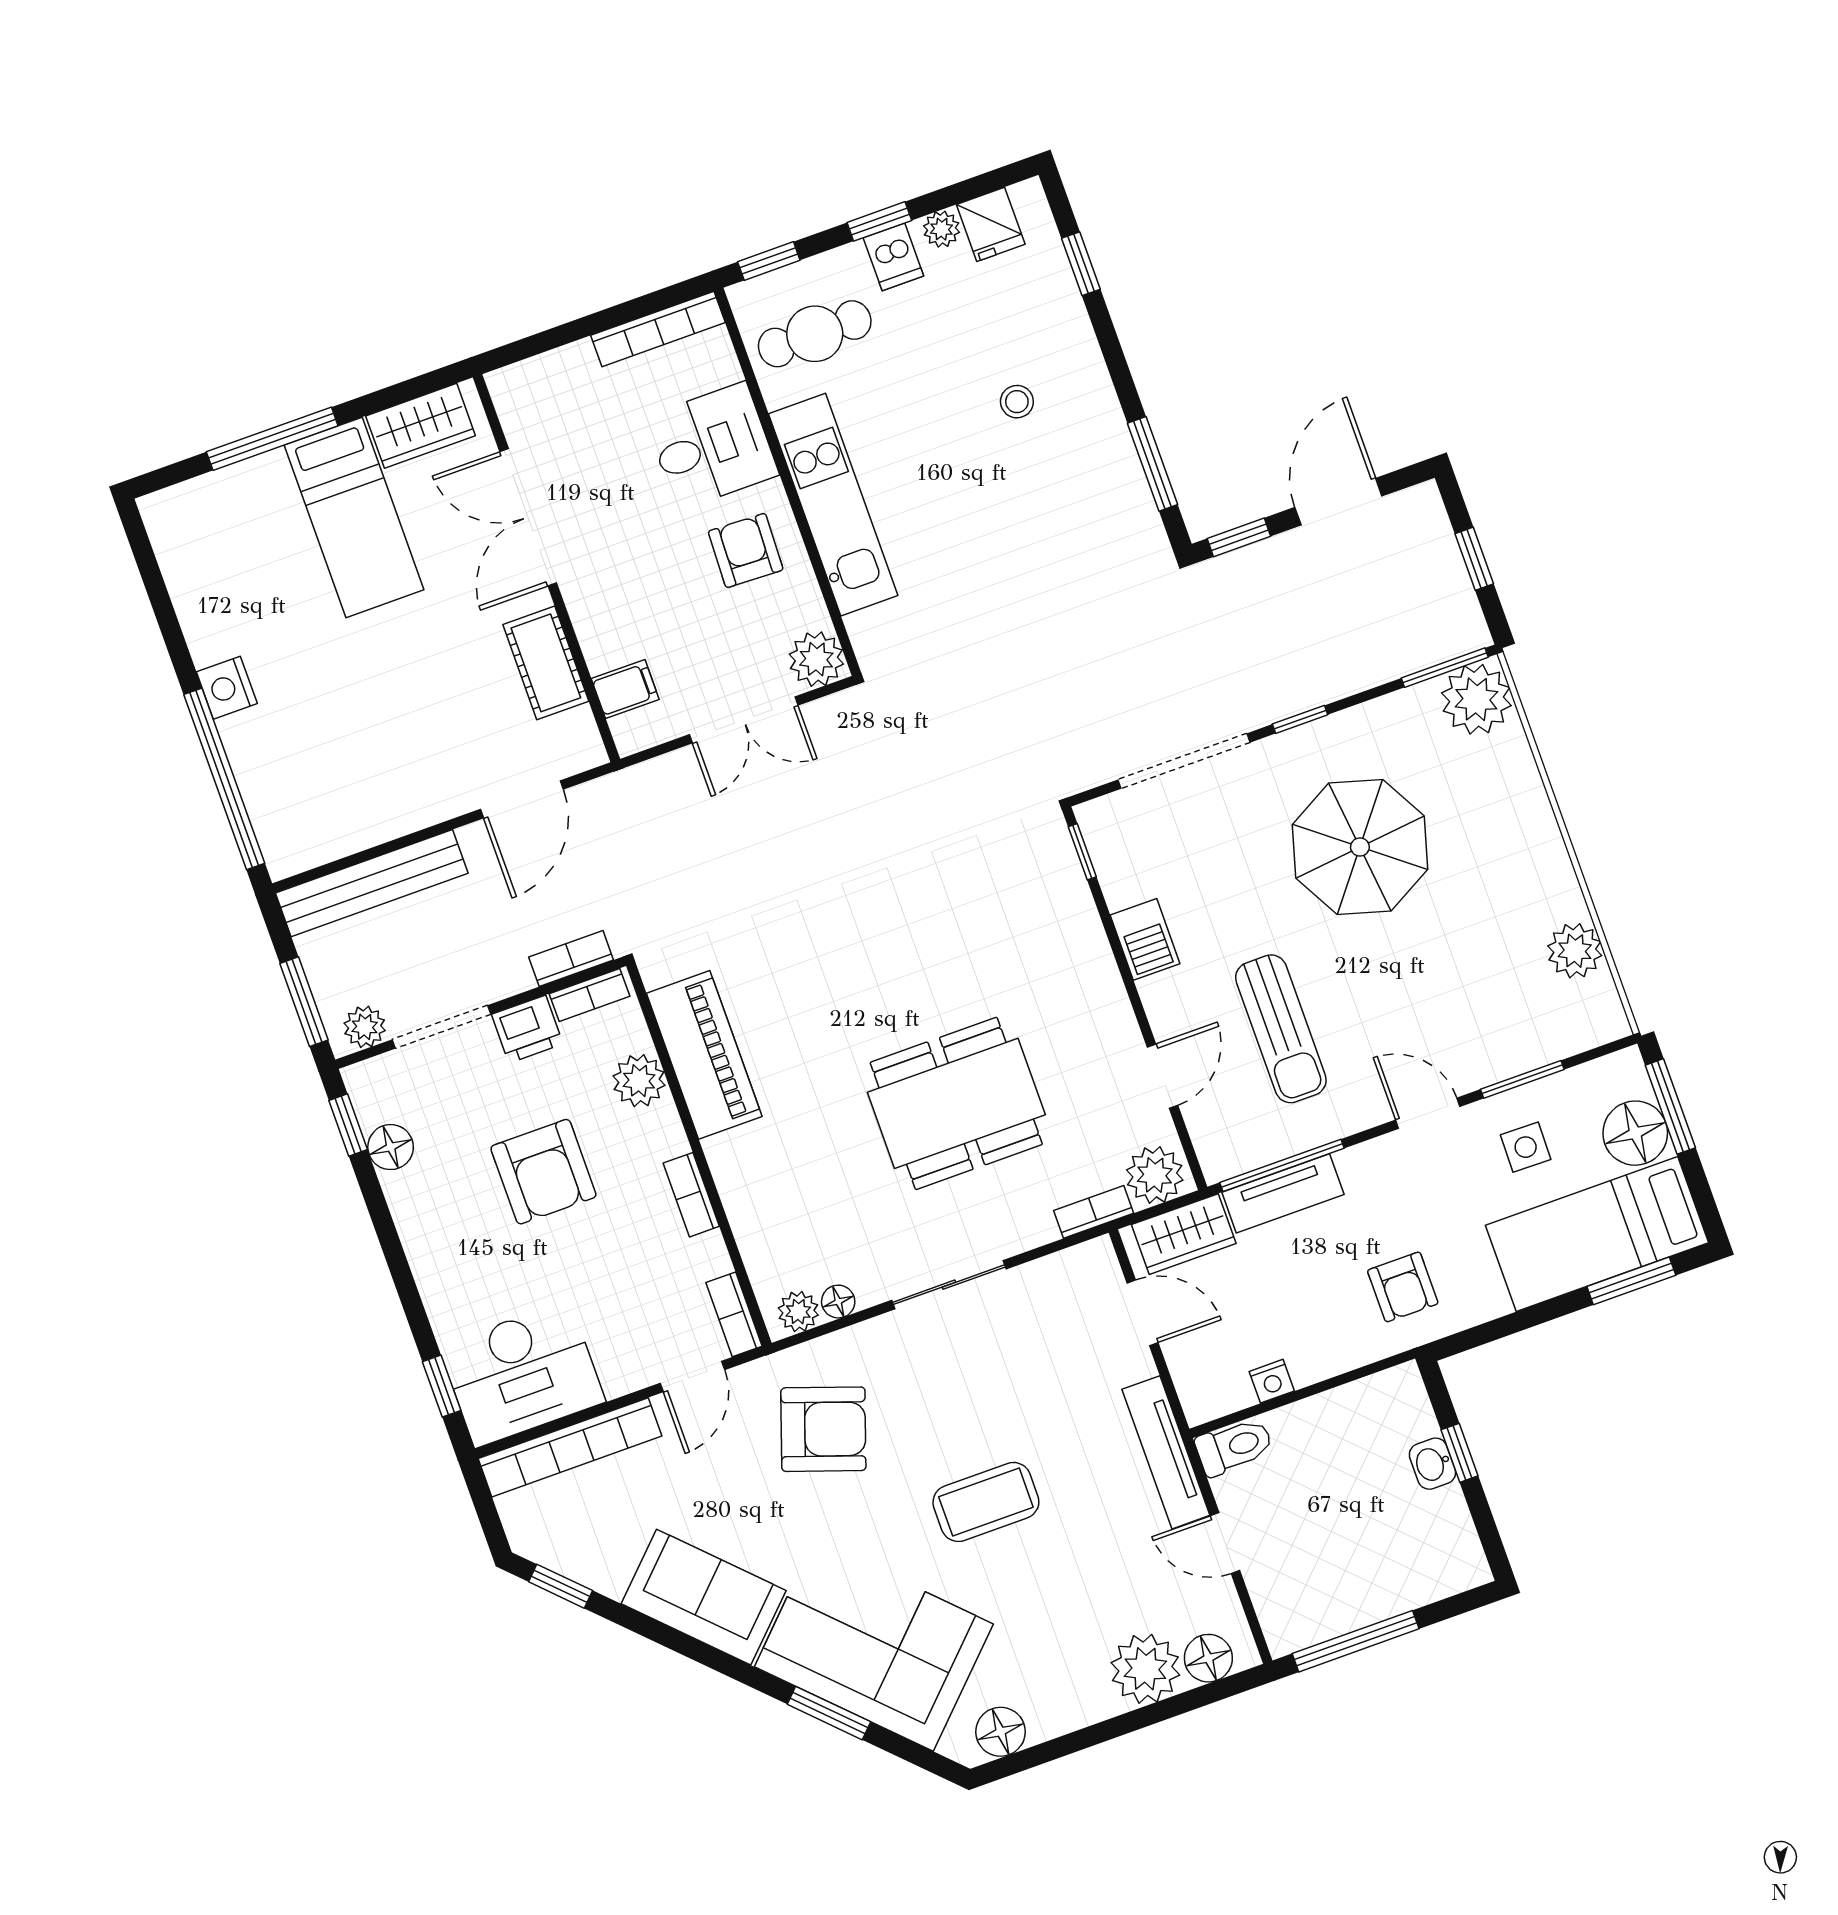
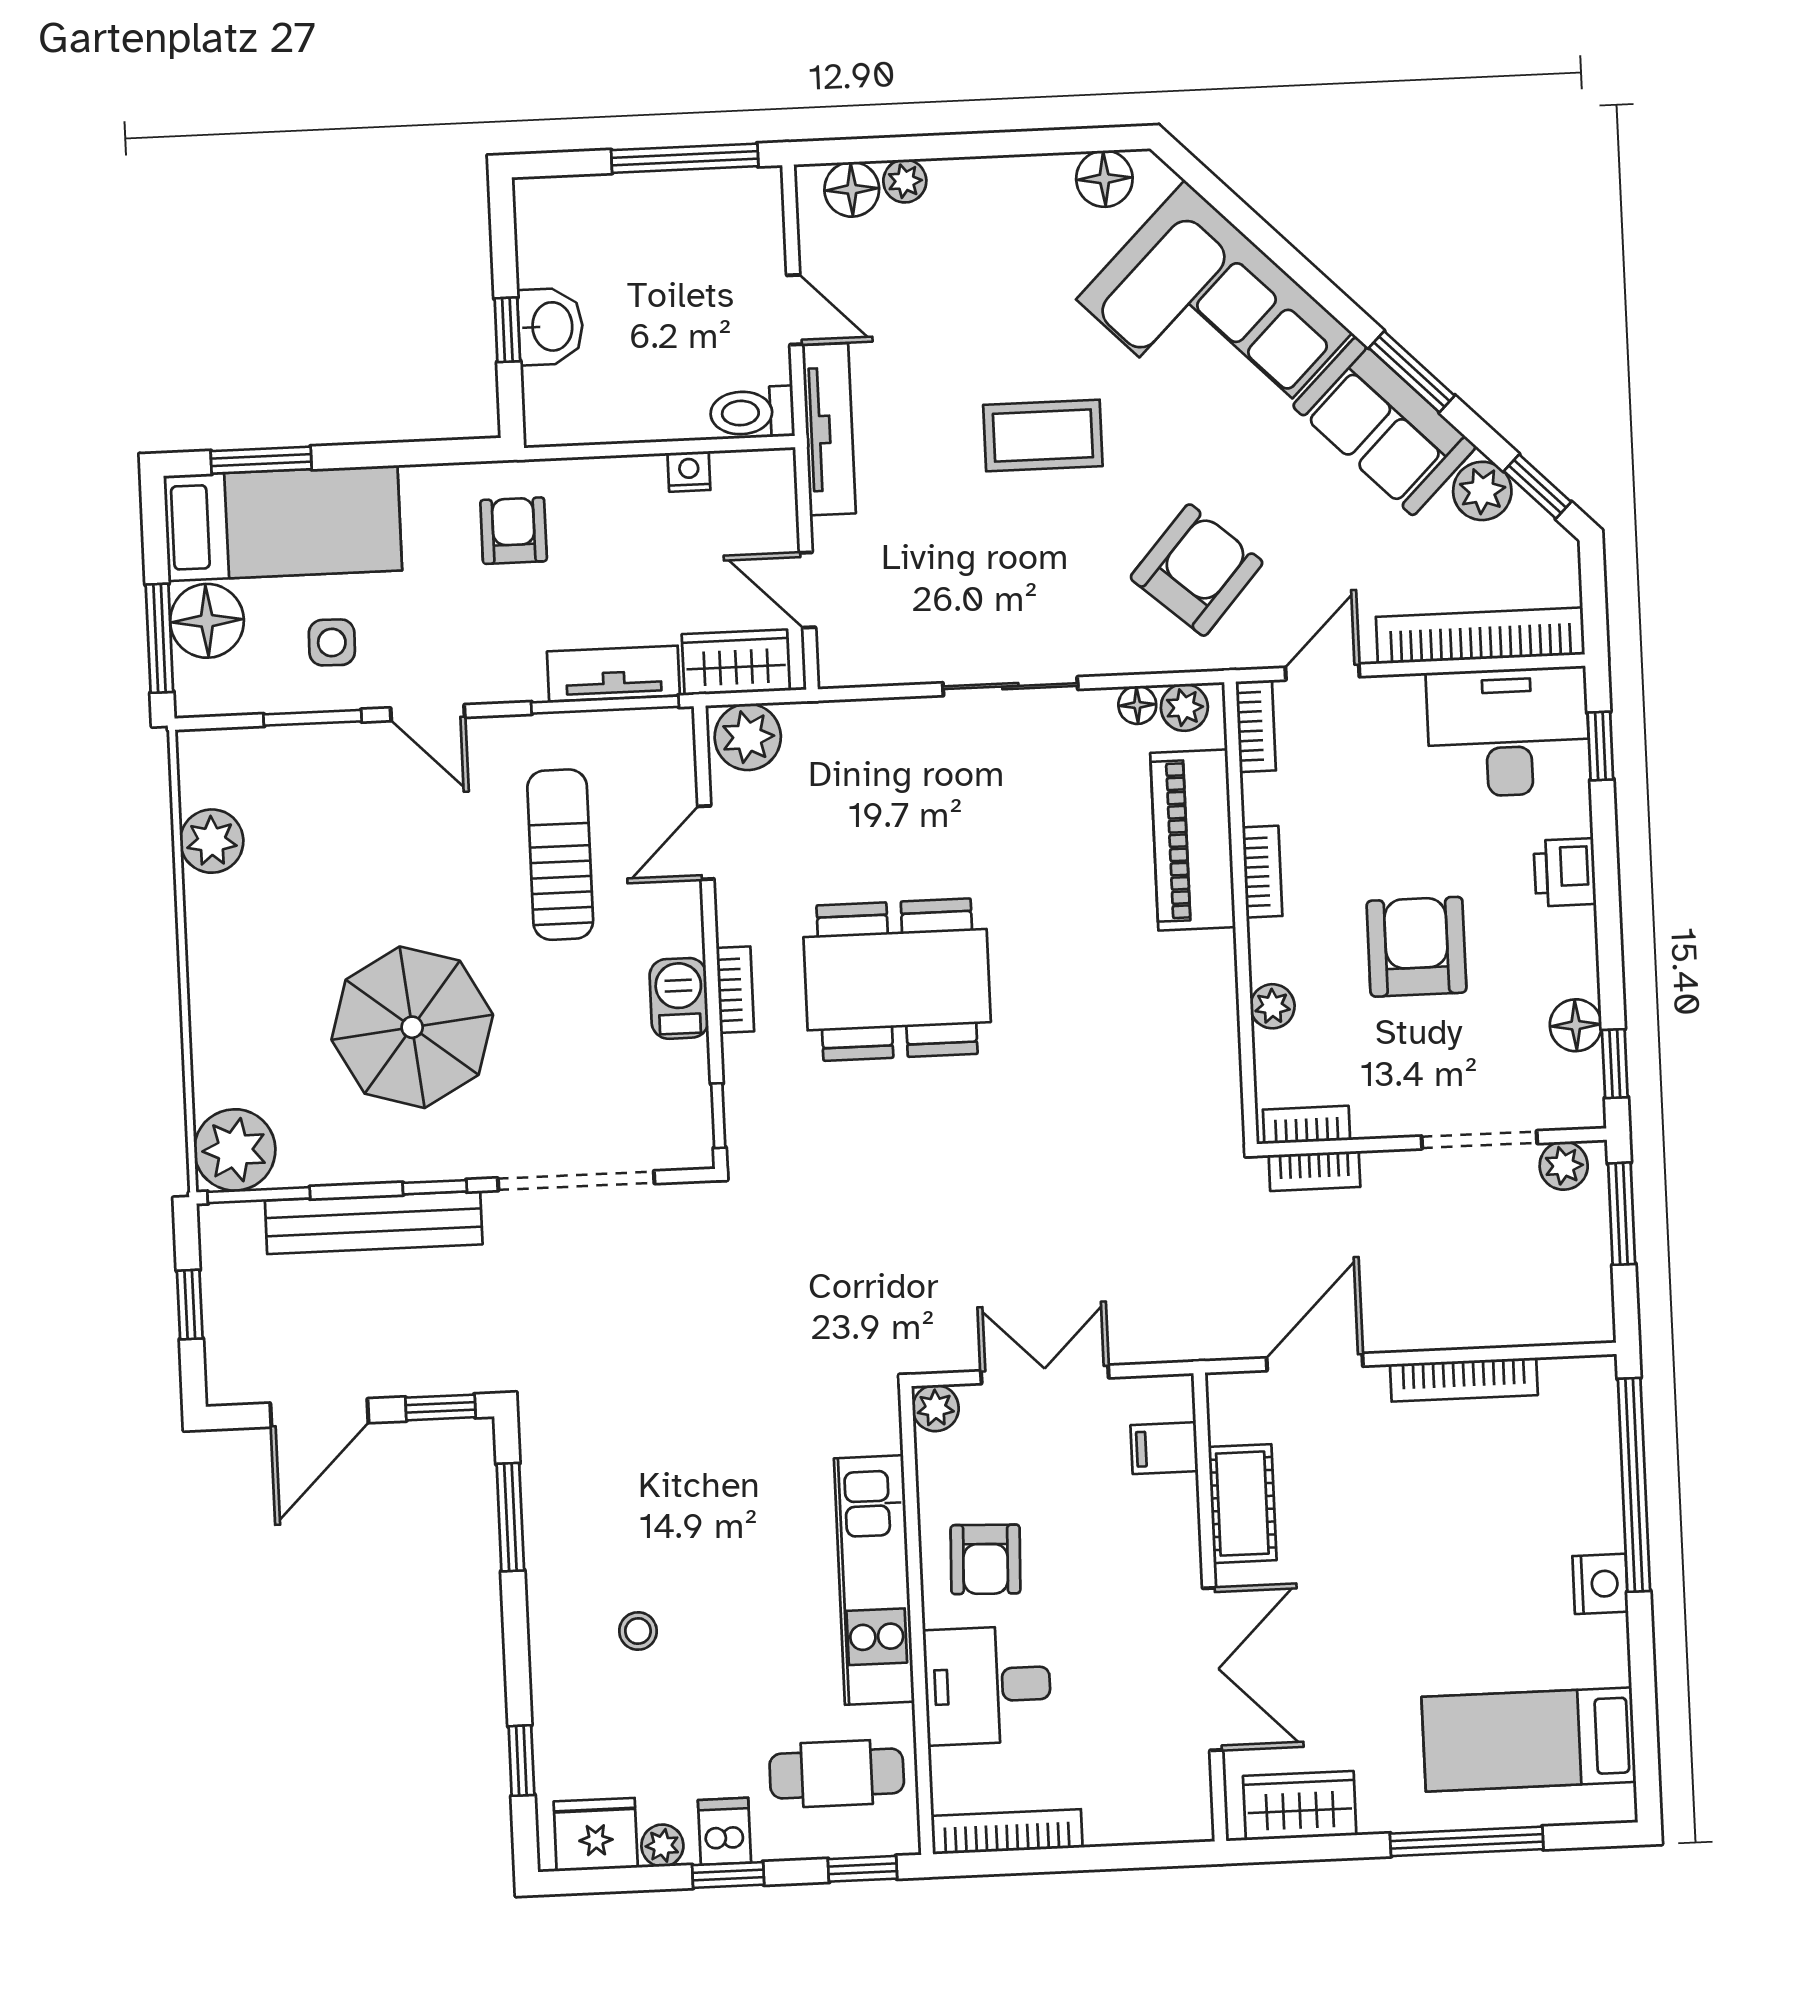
fridge: (991, 224) -> (596, 1835), width x1.38
bed: (354, 517) -> (1529, 1739), moved, turned -90
plant: (816, 659) -> (936, 1408), width x0.73, depth x0.73
bookcase: (393, 823) -> (1464, 1380), added
bench: (372, 883) -> (374, 1222), moved
printer: (527, 1029) -> (1565, 872), moved, turned -90
piano: (704, 1055) -> (1193, 840), moved
plant: (639, 1081) -> (1272, 1006), width x0.73, depth x0.73
dining table: (956, 1103) -> (897, 980), moved
bookcase: (1094, 1212) -> (735, 990), moved, turned -90
armchair: (823, 1429) -> (1197, 570), turned 112
washbasin: (1432, 1464) -> (550, 327), width x1.38, depth x1.45
plant: (606, 1568) -> (1482, 491), added
plant: (1145, 1669) -> (905, 181), width x0.53, depth x0.53
window: (829, 1713) -> (1412, 372), moved

